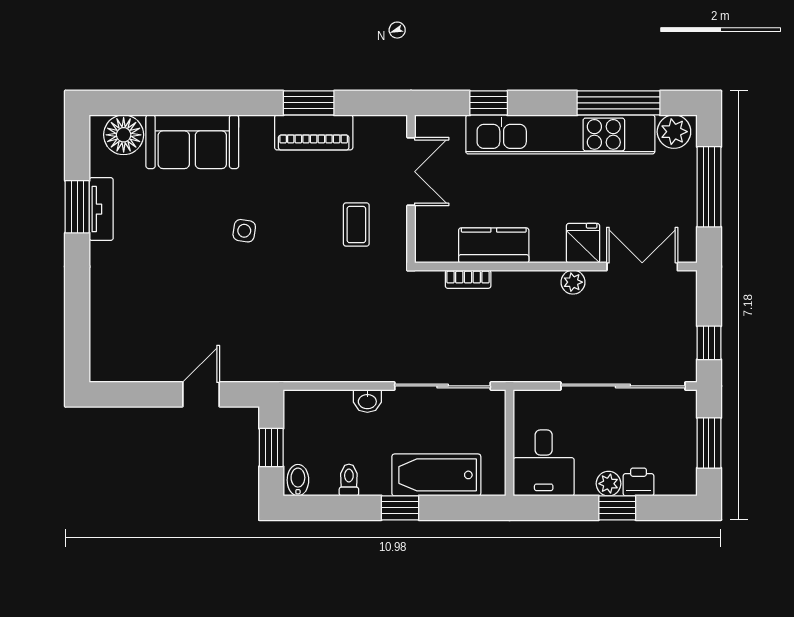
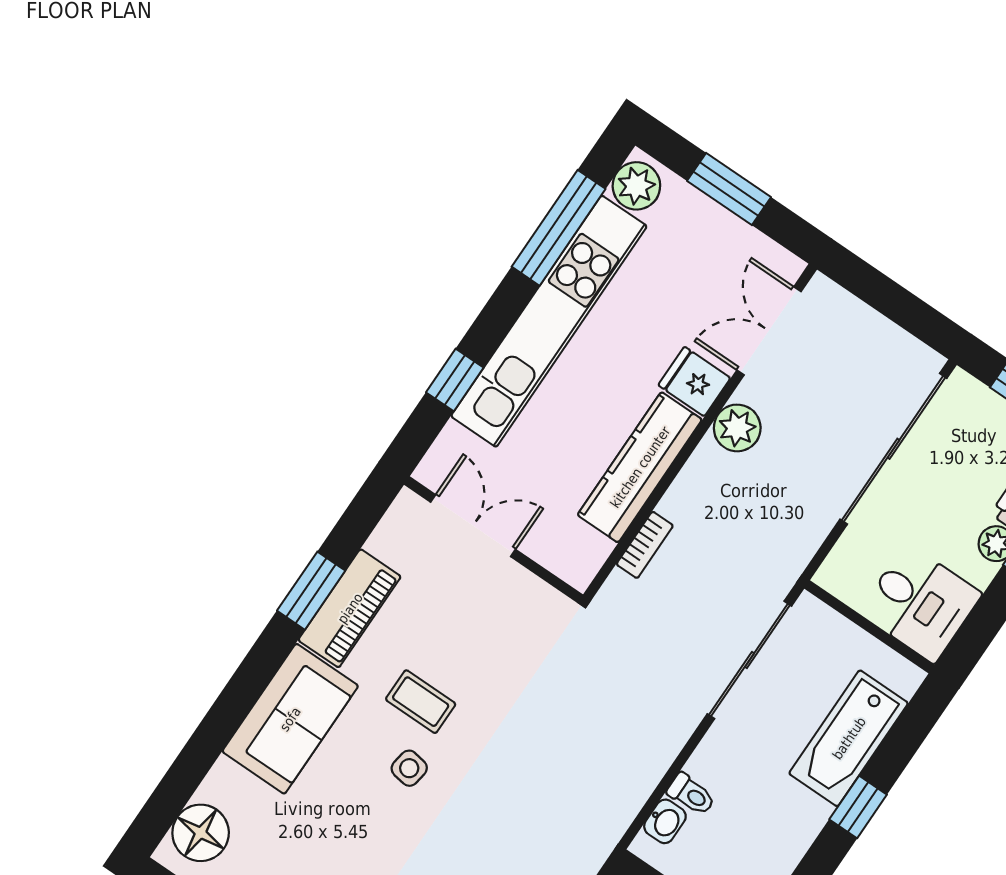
sofa: (192, 142) -> (290, 719), moved
window: (709, 187) -> (729, 189), width x0.69
coffee table: (356, 225) -> (421, 702), moved
kitchen counter: (494, 245) -> (640, 467), width x1.50
plant: (573, 282) -> (737, 428), width x1.38, depth x1.38
window: (709, 343) -> (912, 314), removed
washbasin: (367, 401) -> (665, 821), moved
toilet: (349, 480) -> (691, 794), moved, turned 180

